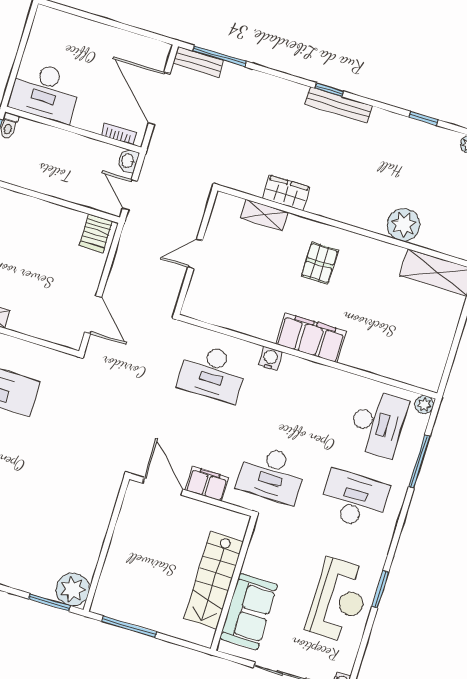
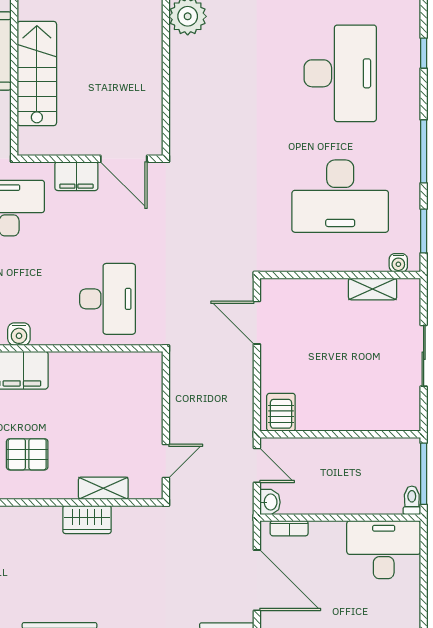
door: (195, 254) -> (166, 461), moved
pallet: (320, 263) -> (27, 454), turned 90
water cooler: (270, 358) -> (19, 334), moved
desk: (212, 373) -> (108, 299), turned 90

